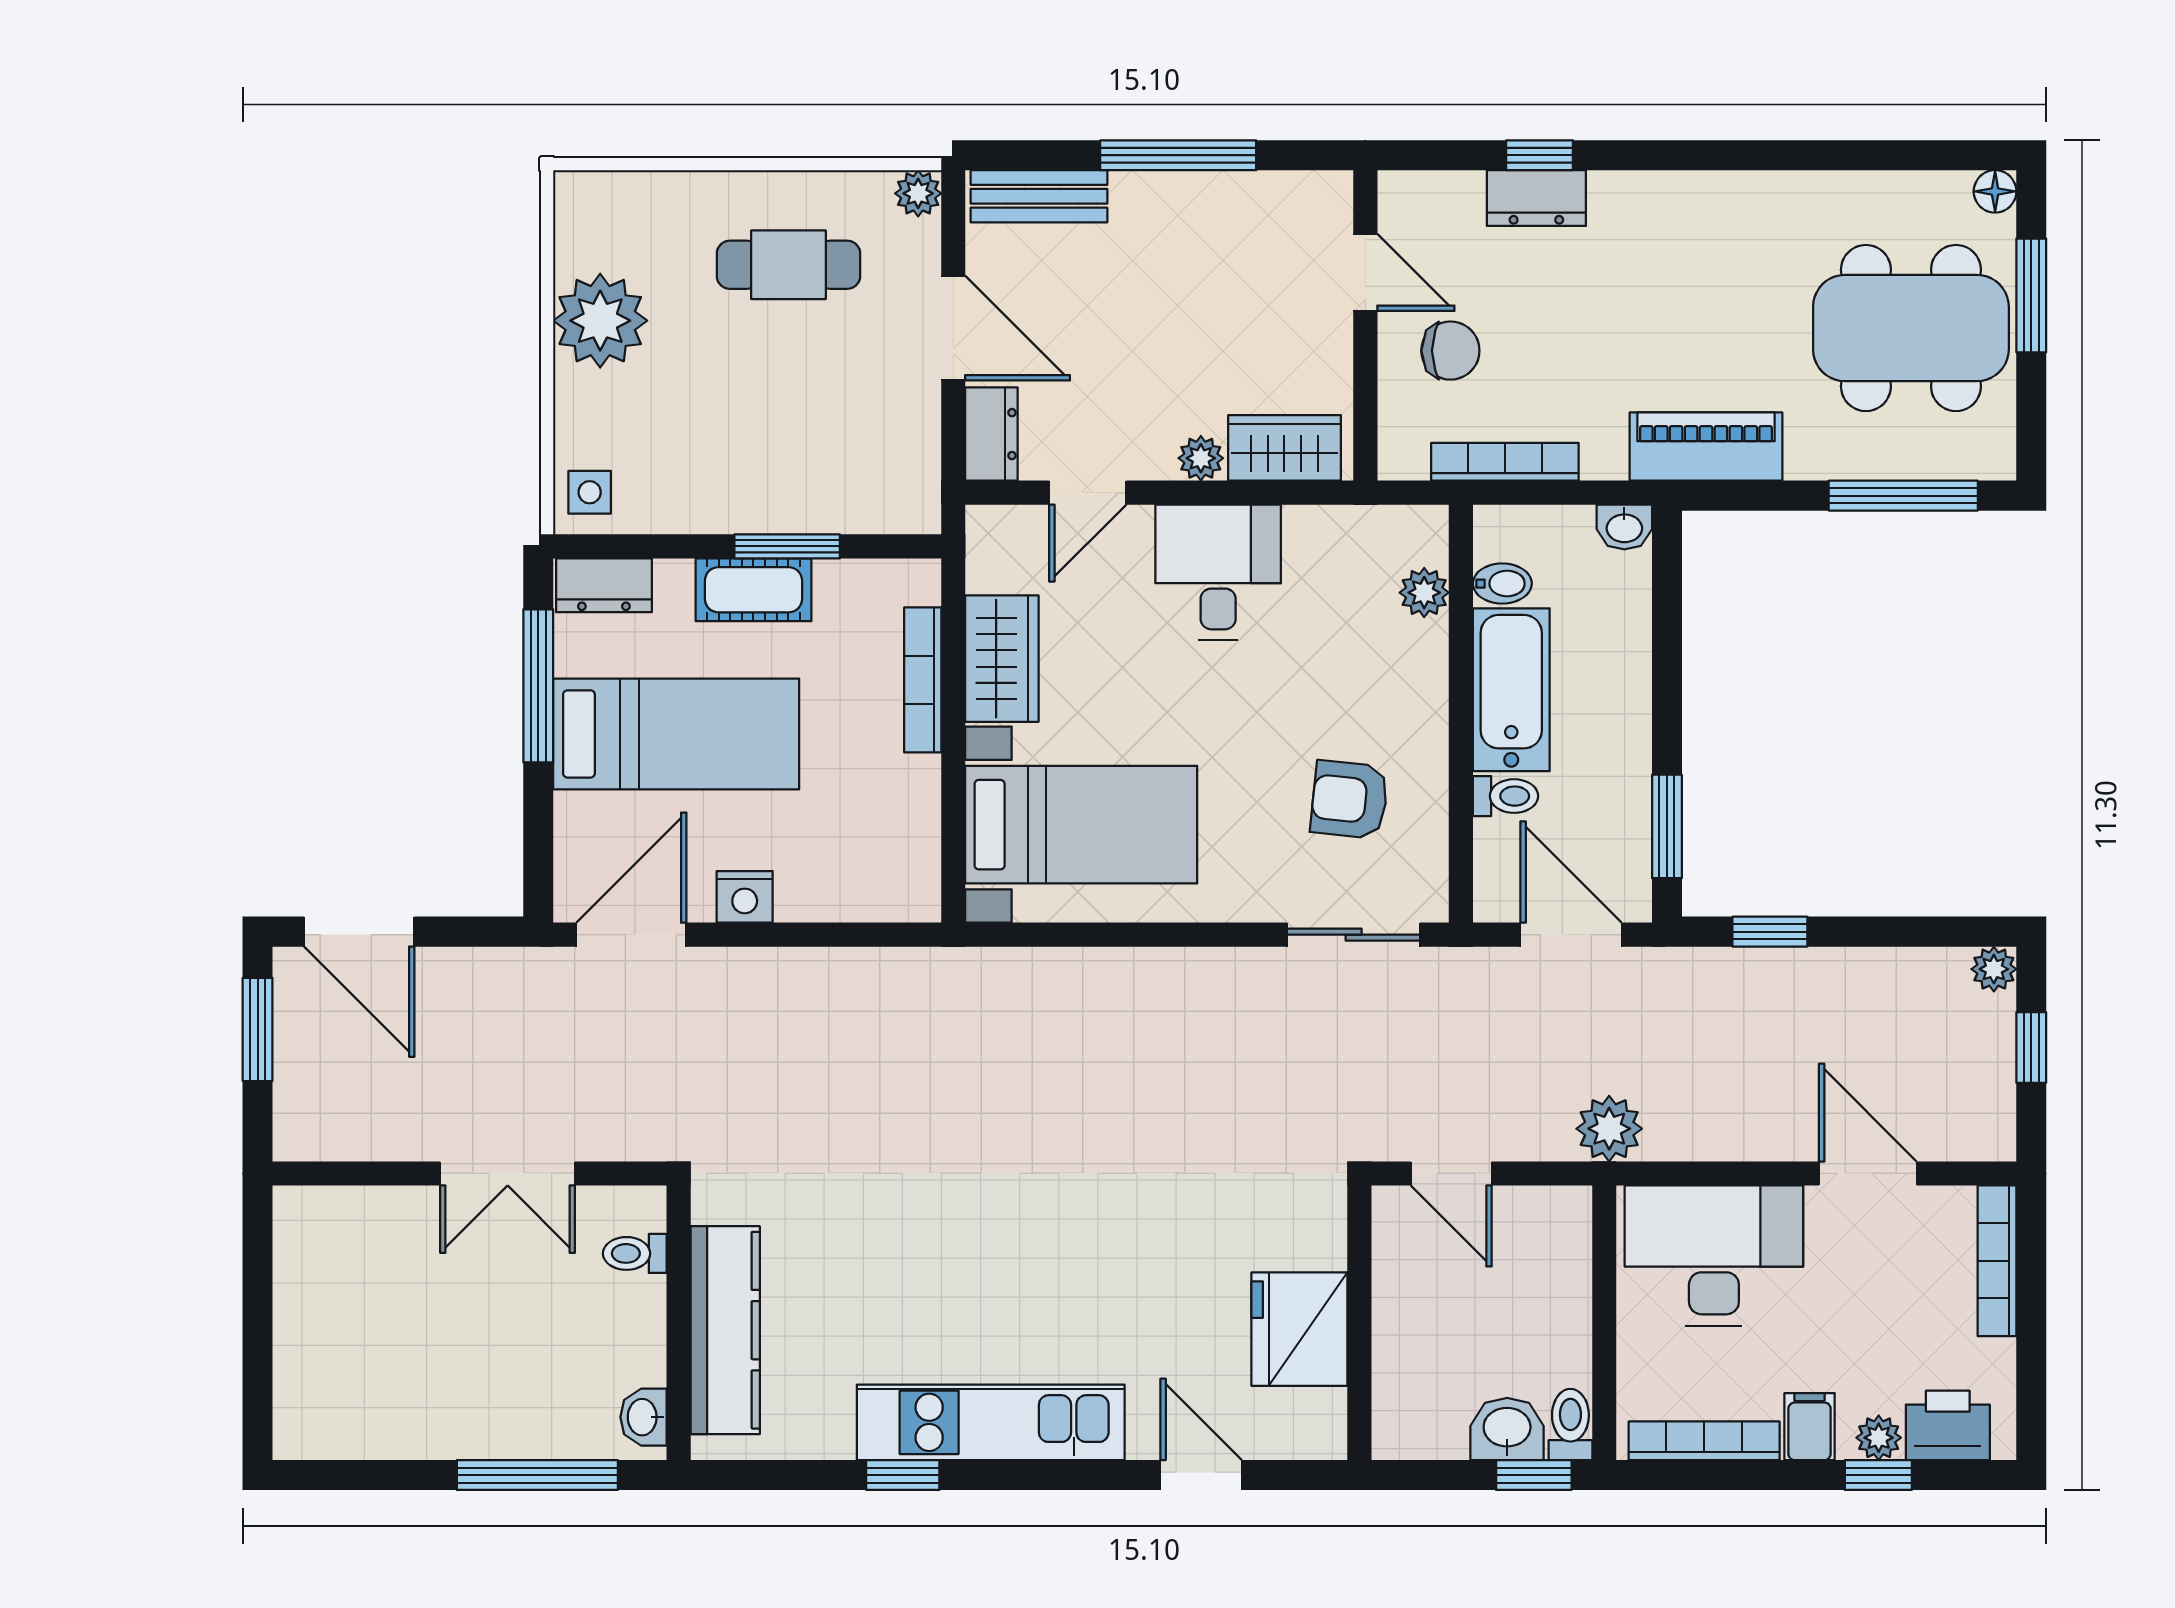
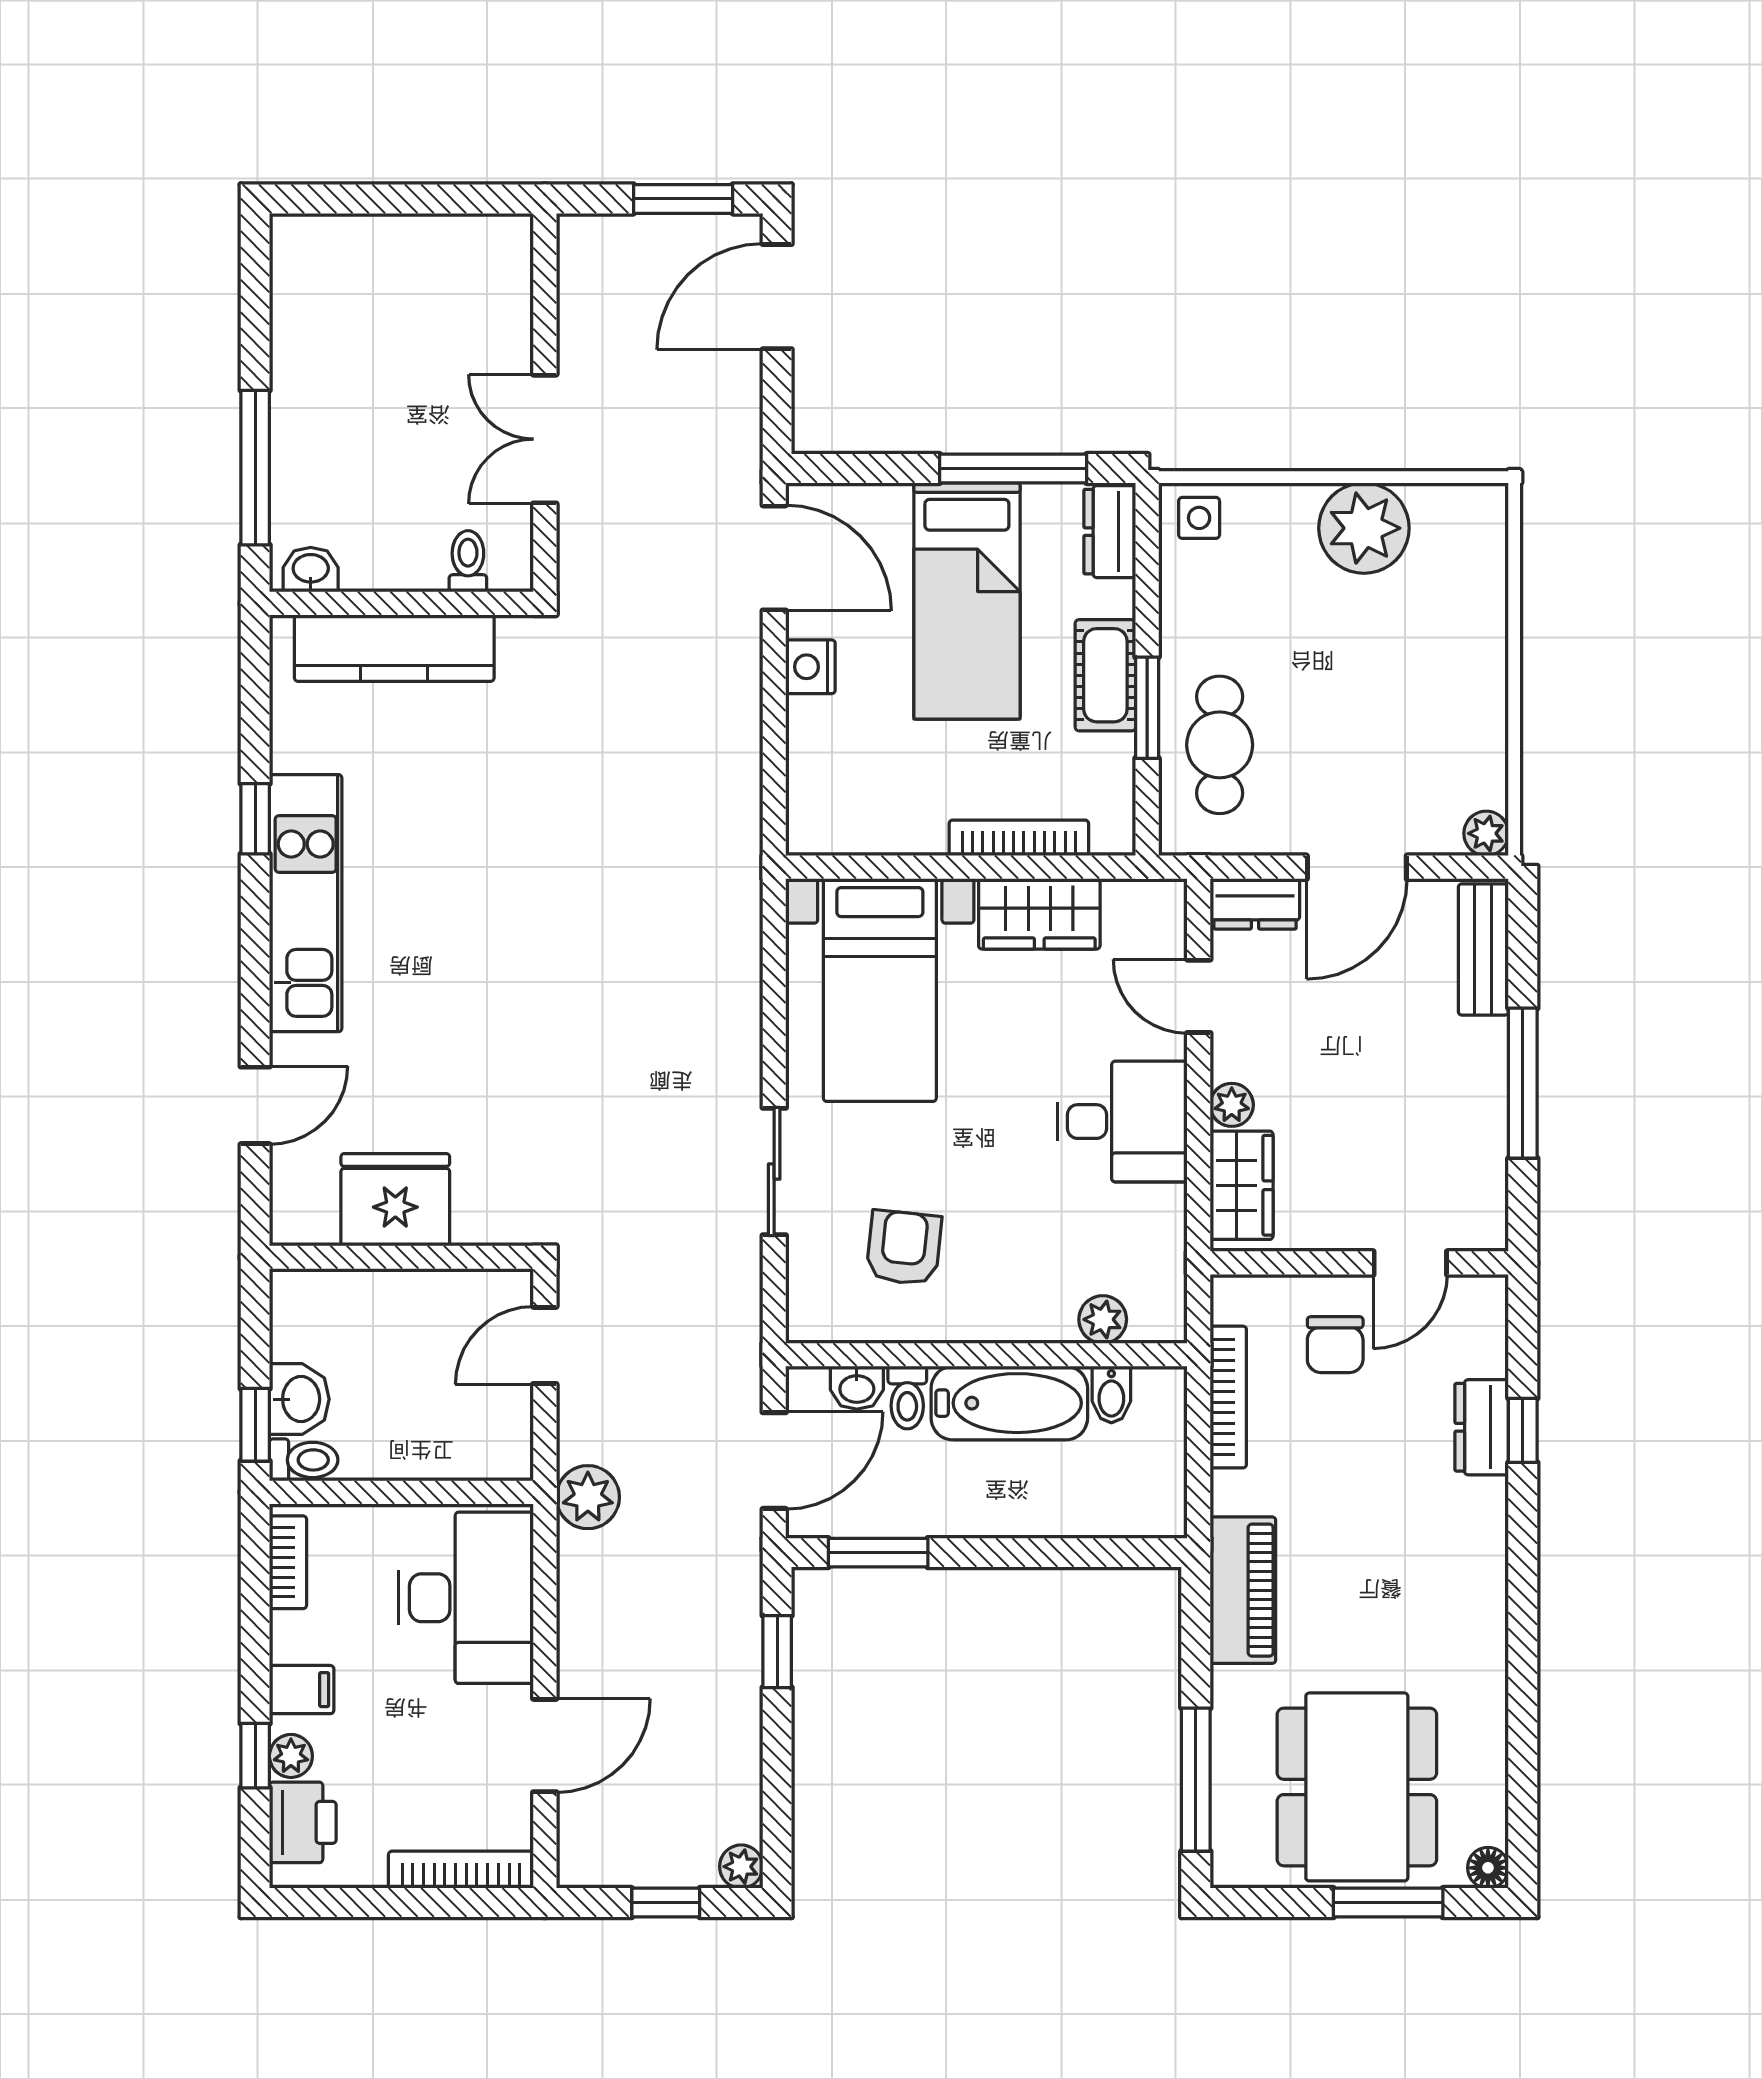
cafe table: (788, 265) -> (1220, 745), moved
washbasin: (1624, 527) -> (857, 1388), moved, turned -90
sliding door: (1354, 935) -> (774, 1172), moved
bookcase: (1704, 1441) -> (288, 1562), width x0.64

